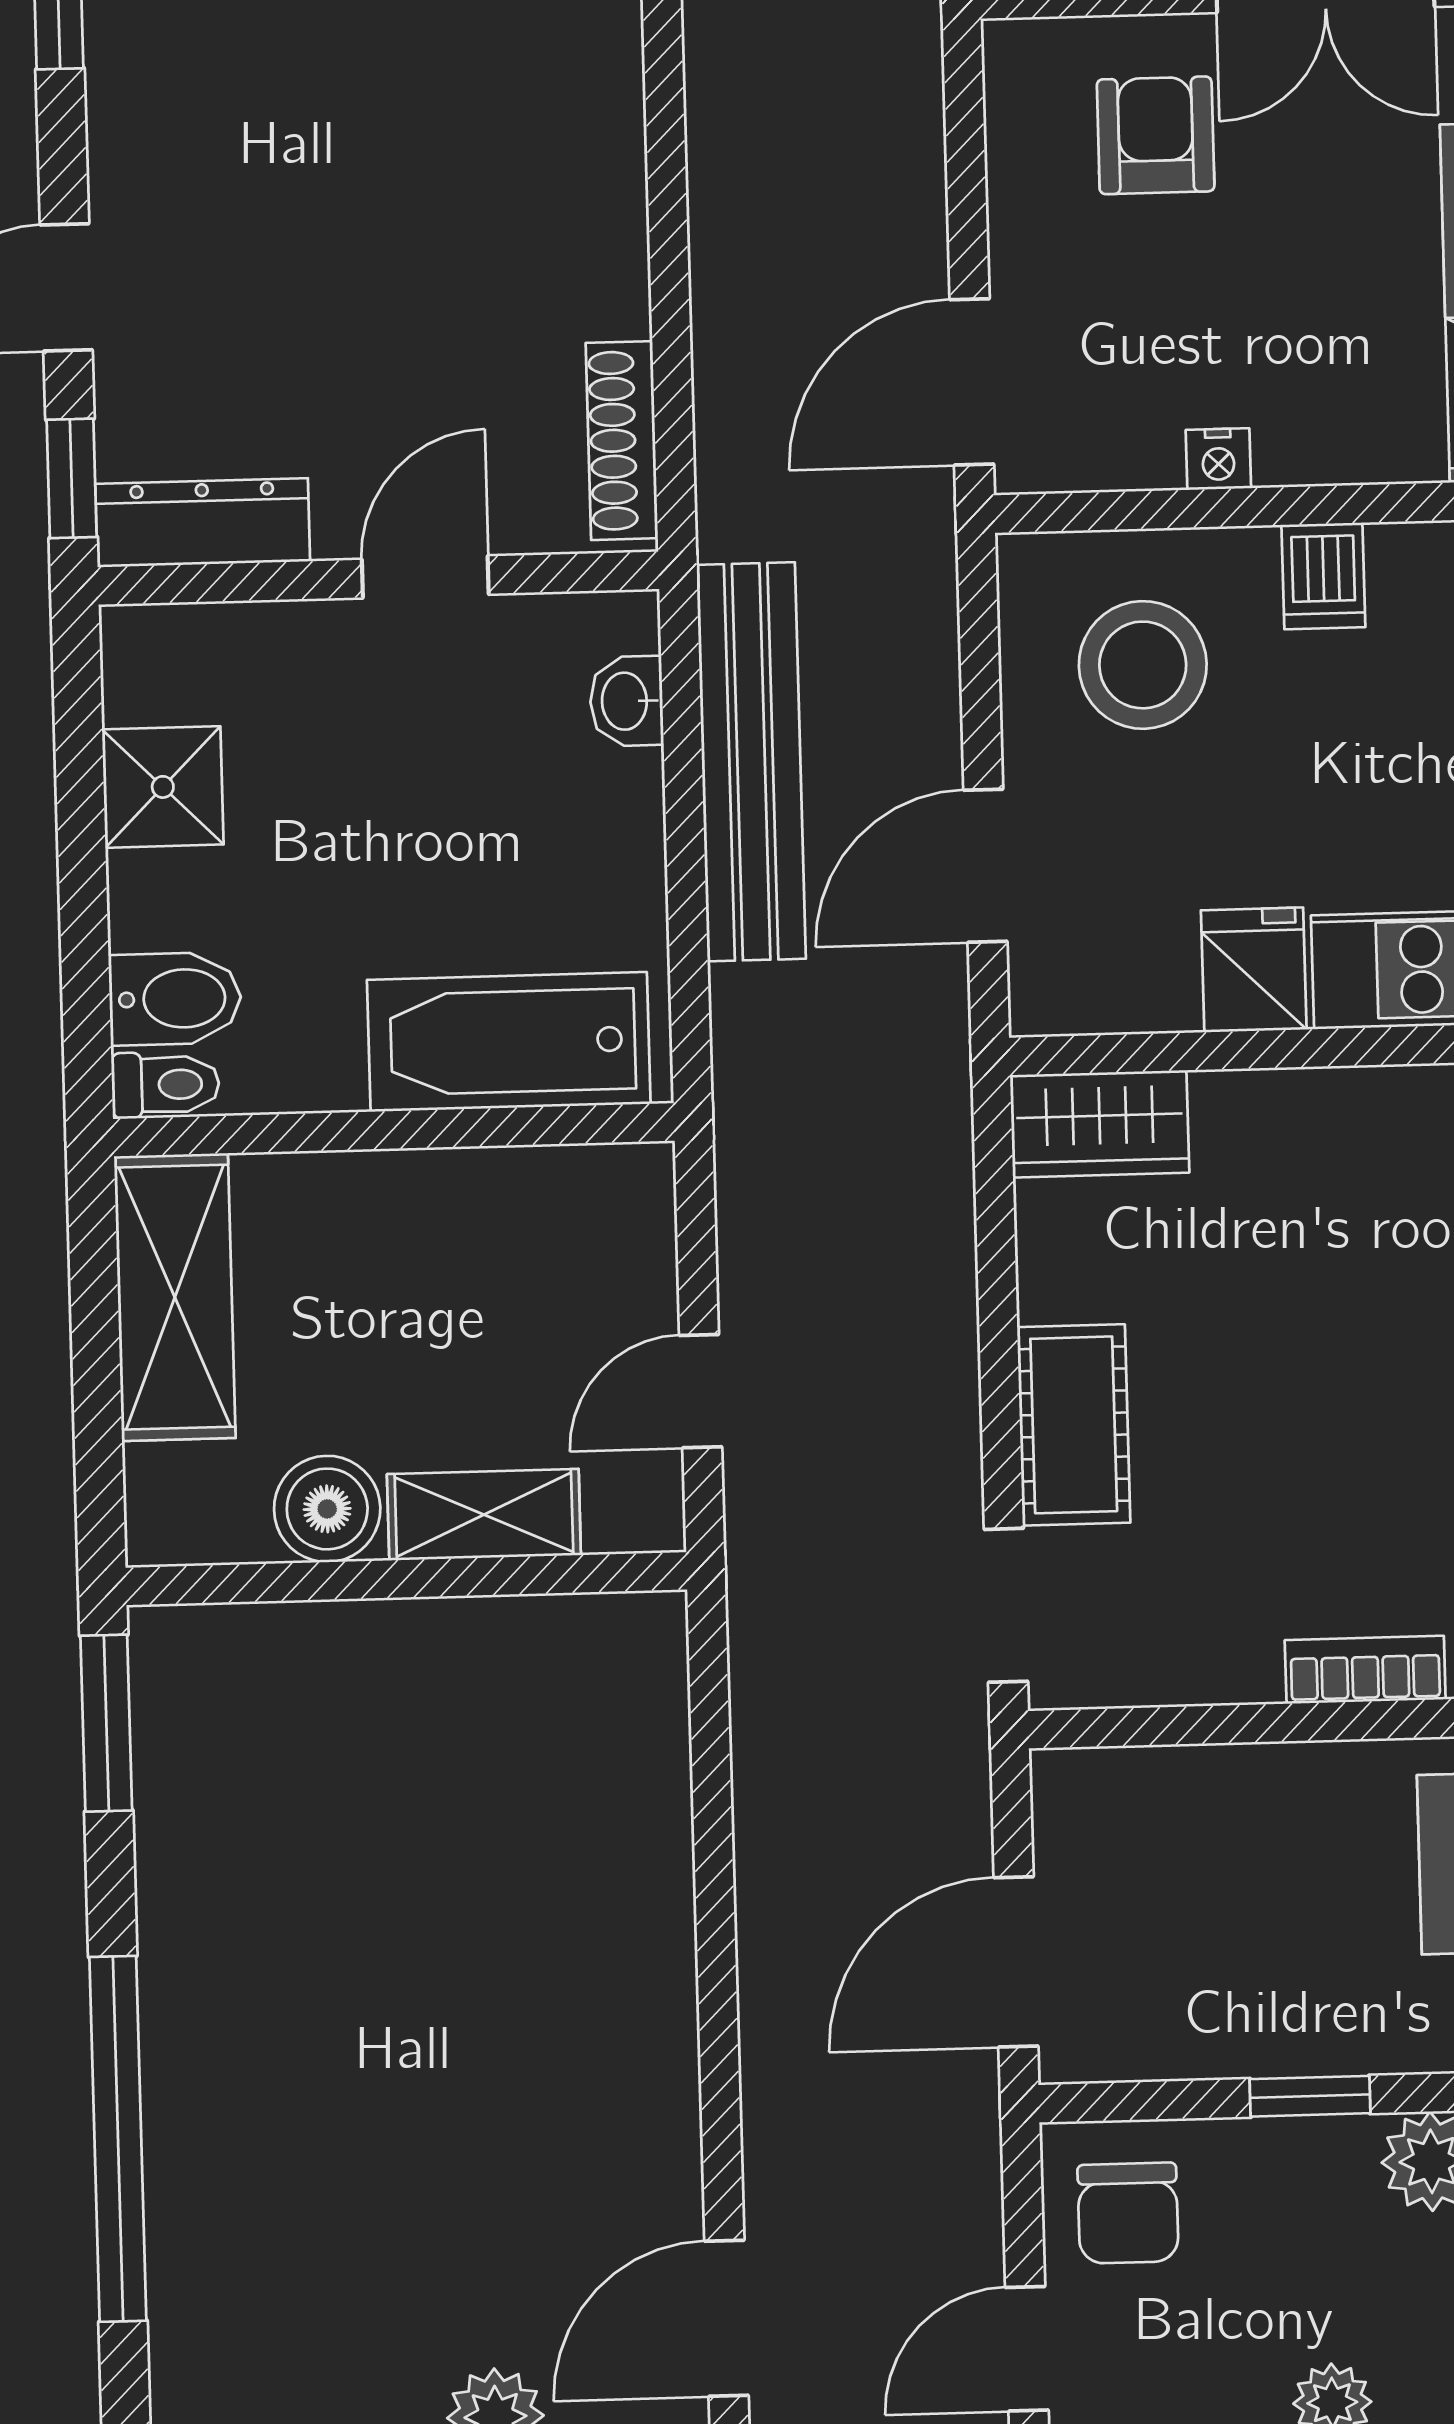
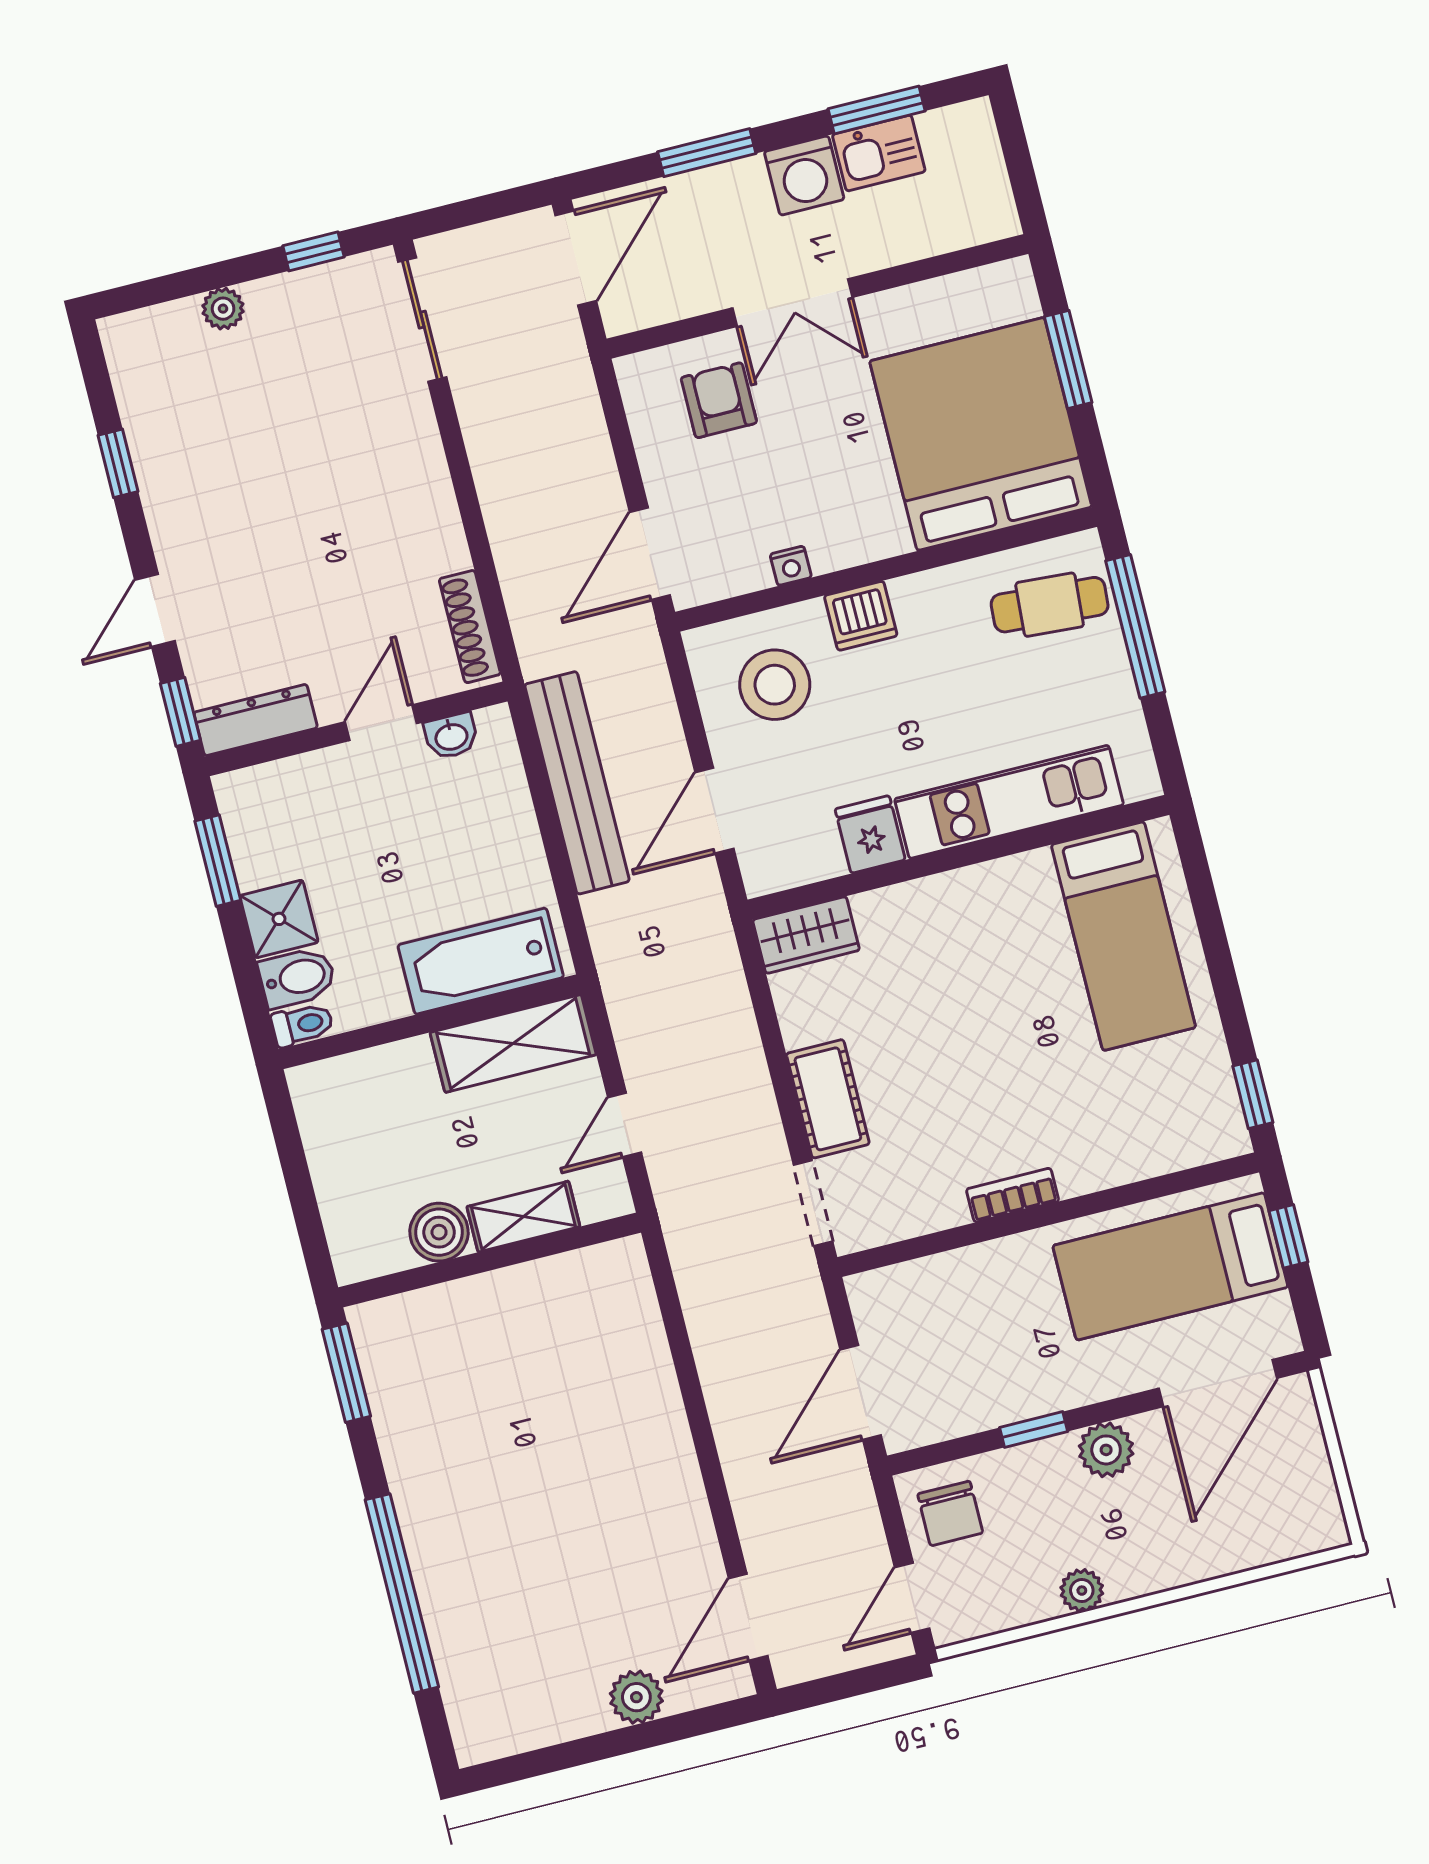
dishwasher: (1323, 576) -> (861, 616), width x1.38
washbasin: (627, 701) -> (451, 736), moved, turned -90
window: (79, 759) -> (218, 861), added
shower: (163, 787) -> (279, 919), moved
shelving: (175, 1297) -> (513, 1043), moved, turned 90

